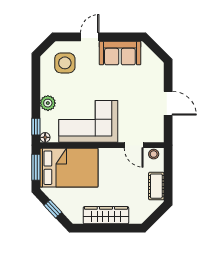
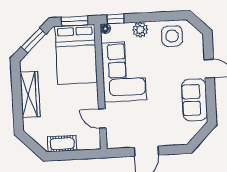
side table: (65, 63) -> (172, 36), moved
door: (134, 145) -> (102, 119), hinge flipped
stool: (154, 154) -> (94, 139), removed
window: (53, 209) -> (34, 40), width x1.50

